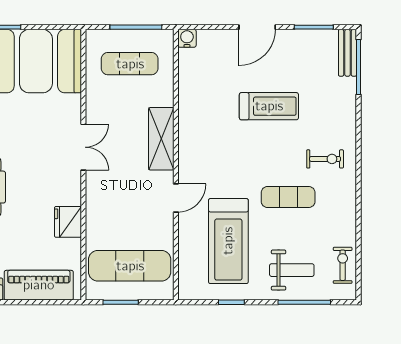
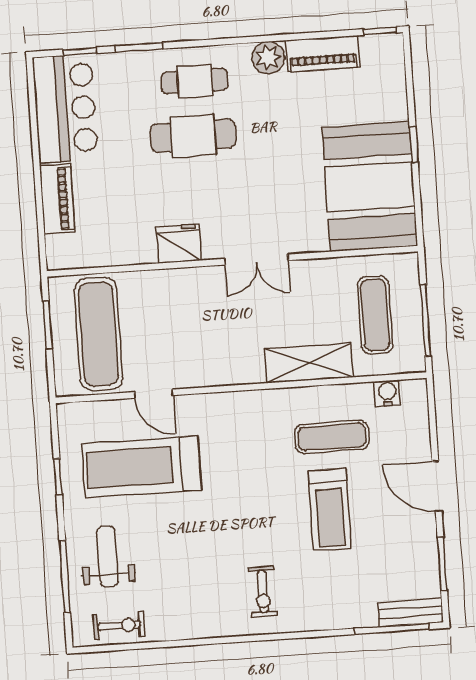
water cooler: (187, 38) -> (387, 393), moved, turned -90
shelving: (161, 139) -> (309, 363), moved
exercise mat: (288, 197) -> (332, 437), moved, turned 90
door: (176, 198) -> (154, 394), moved
fridge: (68, 222) -> (178, 244), moved
weight bench: (292, 270) -> (108, 556), turned 180
piano: (39, 285) -> (57, 199), width x0.73, depth x0.75

